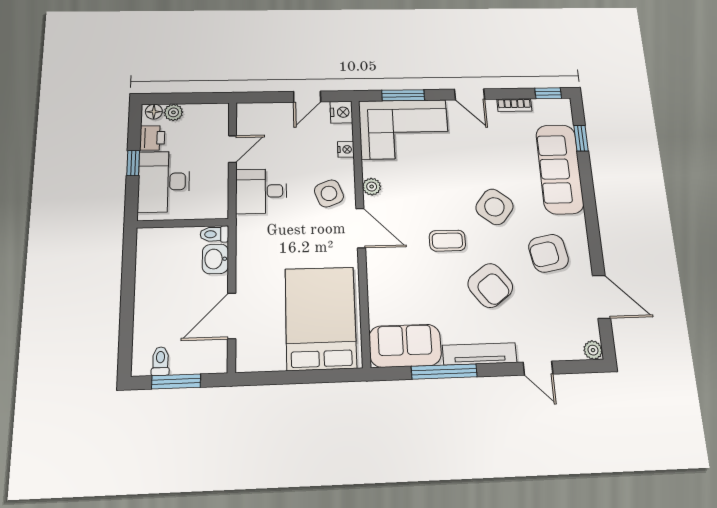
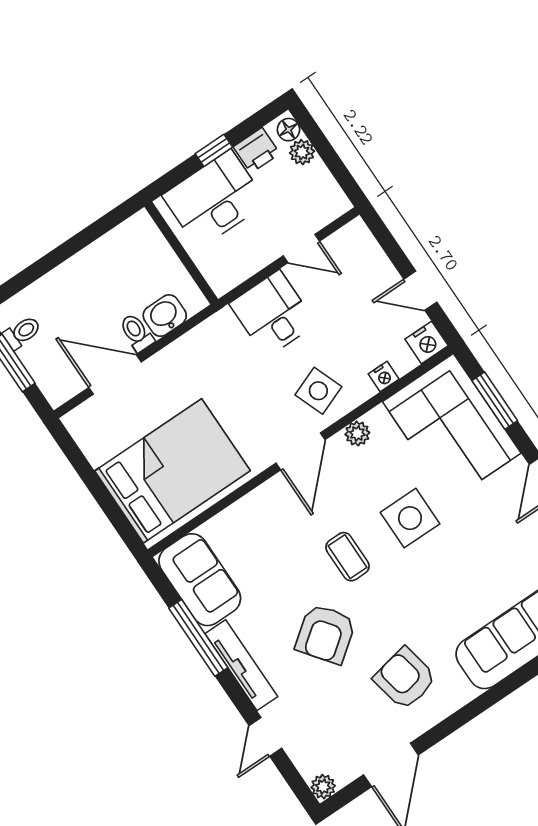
side table: (494, 207) -> (410, 518), moved, turned -38
toilet: (214, 234) -> (136, 333), moved

